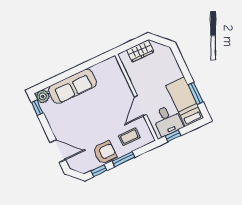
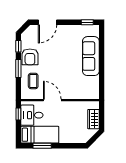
plant: (43, 96) -> (94, 30), removed

